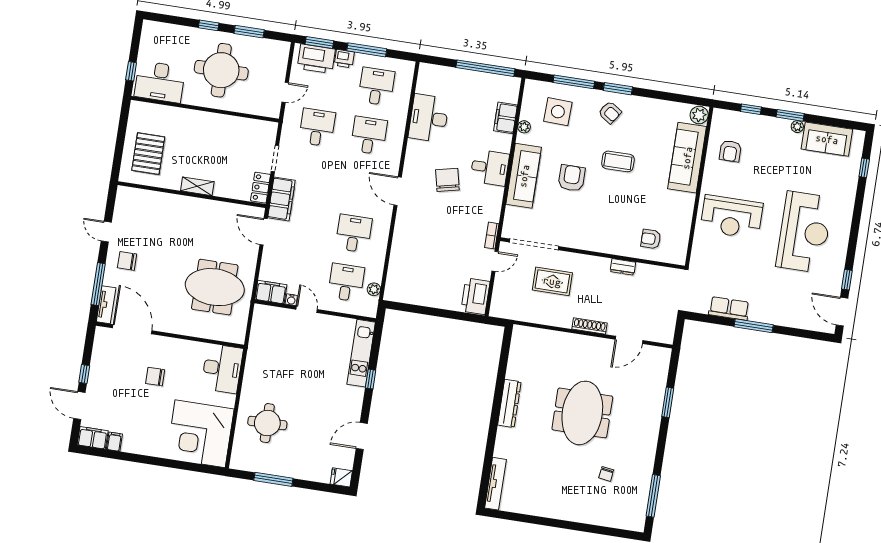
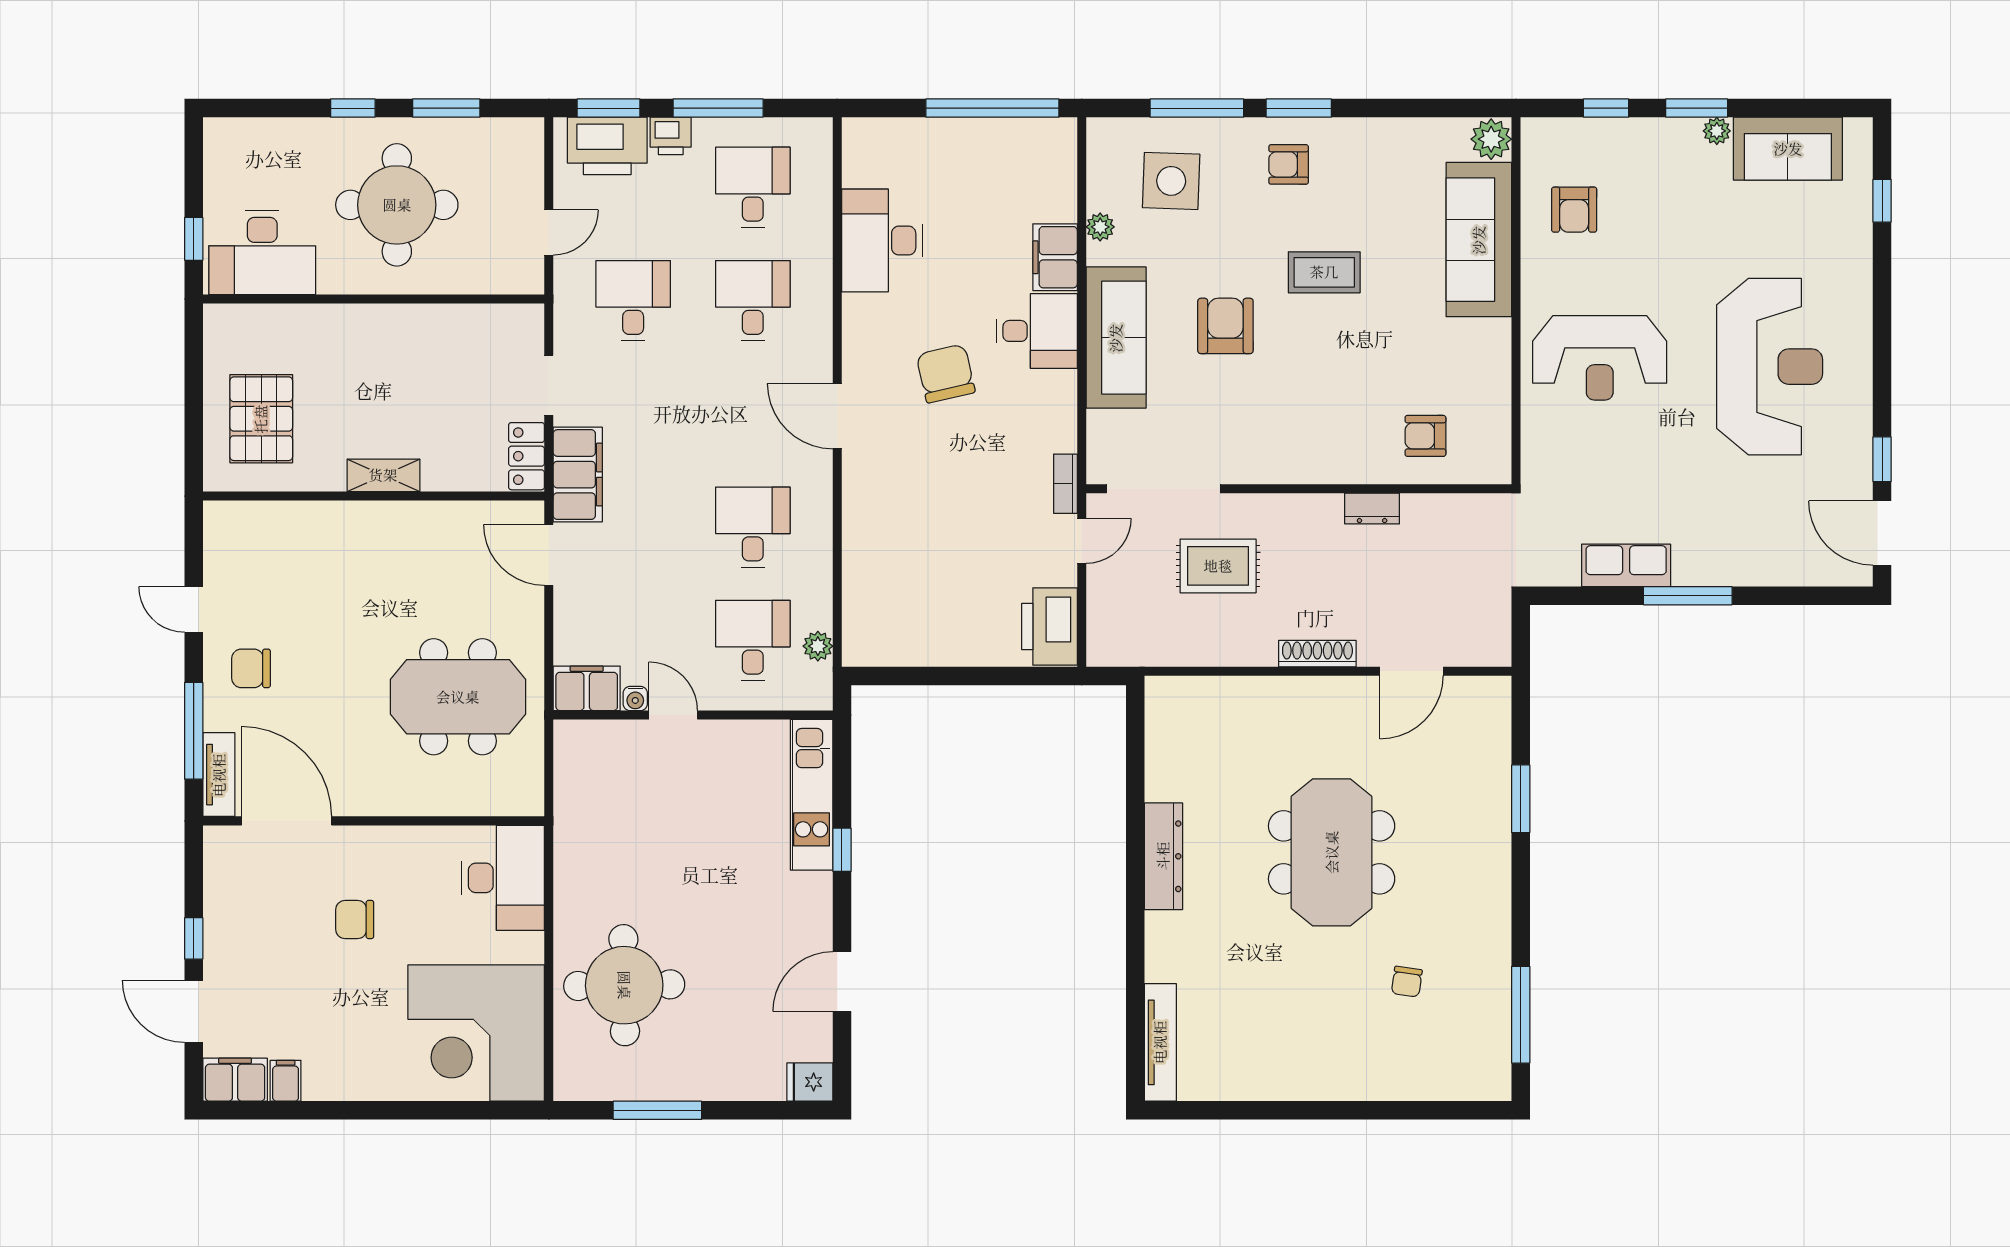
armchair: (610, 112) -> (1289, 164), turned 146
filing cabinet: (505, 118) -> (1055, 257), moved
round table: (267, 423) -> (624, 985), width x1.36, depth x1.36

